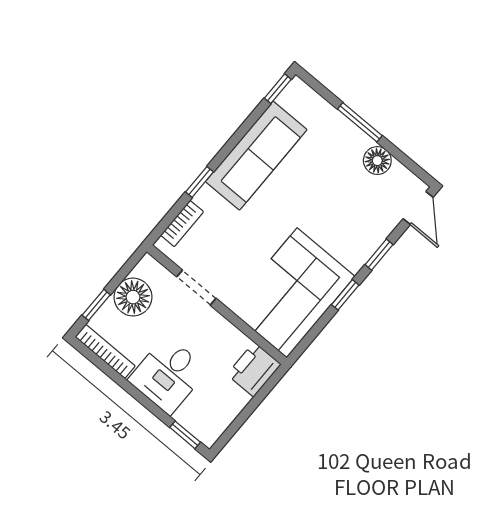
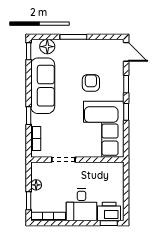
floor lamp: (377, 161) -> (47, 47), moved
armchair: (329, 210) -> (91, 83), added
floor lamp: (133, 297) -> (36, 185), width x0.53, depth x0.53
printer: (254, 369) -> (109, 211), moved, turned 90

